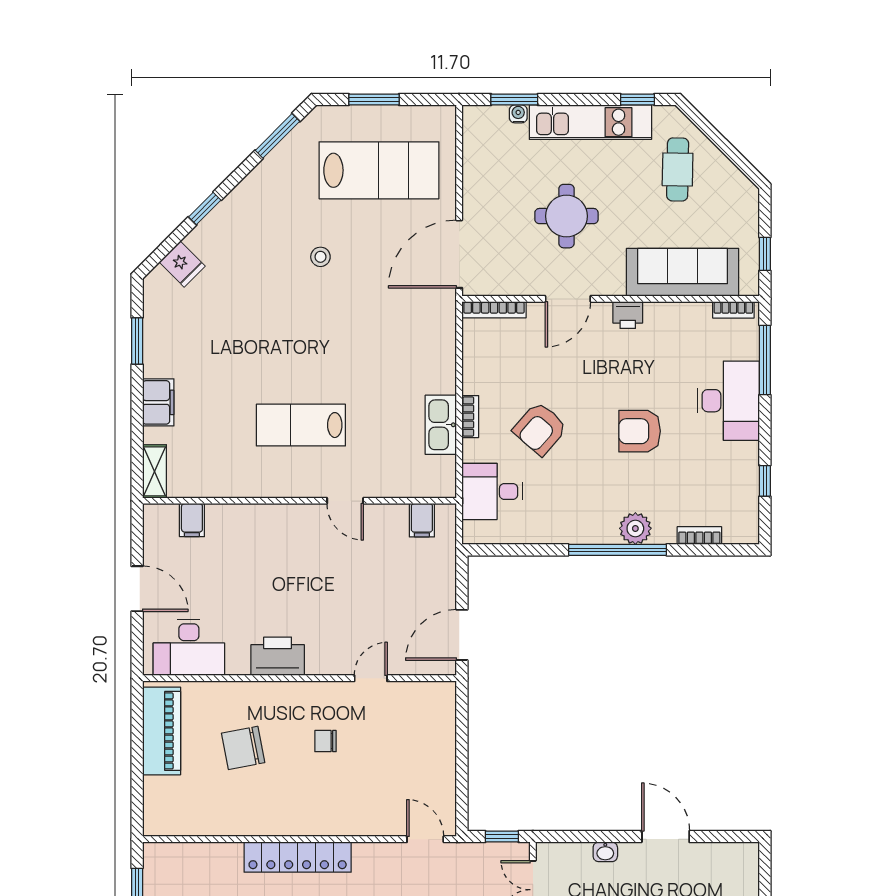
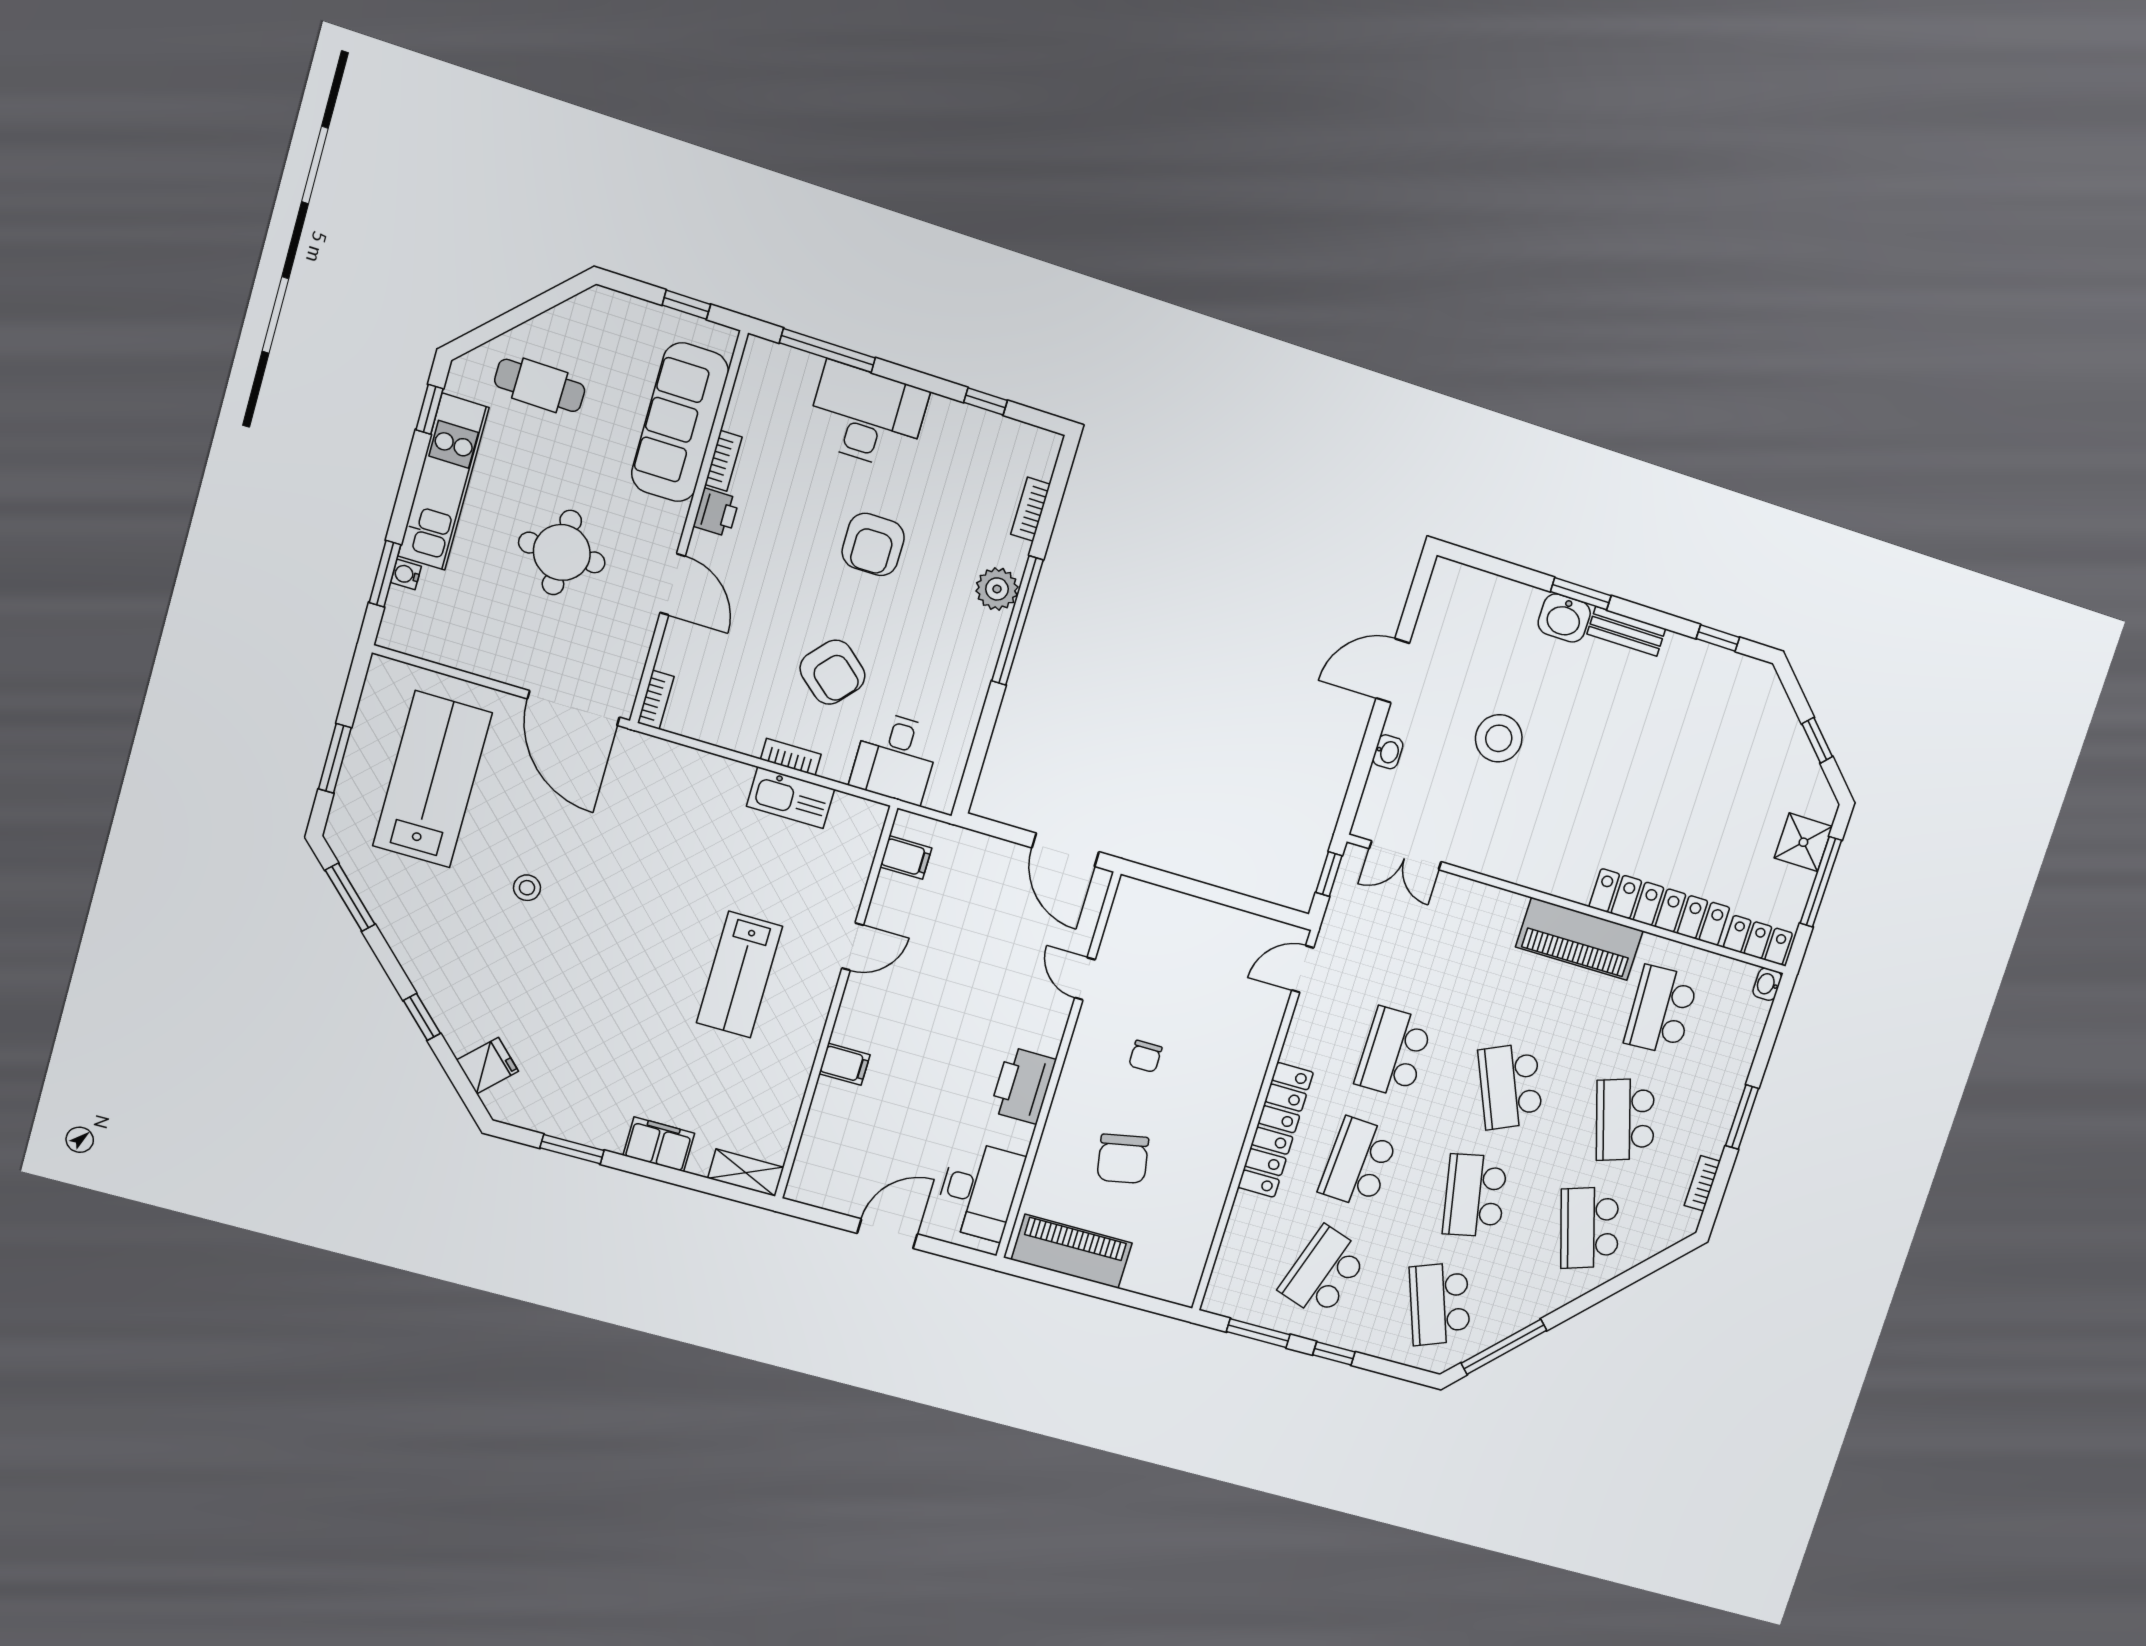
bookcase: (494, 310) -> (656, 700), width x0.64
bookcase: (733, 310) -> (724, 461), moved
filing cabinet: (192, 520) -> (844, 1064), moved

